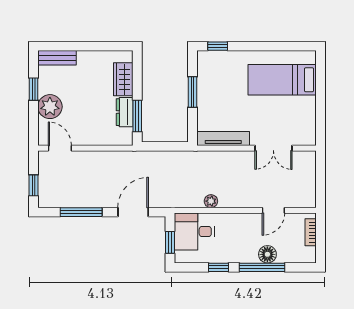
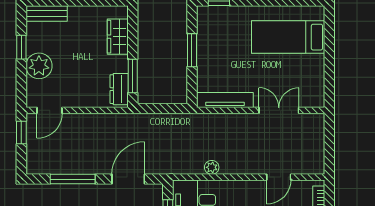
dresser: (125, 112) -> (119, 89), moved
door: (60, 148) -> (50, 110), swing flipped
double door: (273, 148) -> (279, 110), swing flipped
window: (33, 185) -> (21, 132), moved

